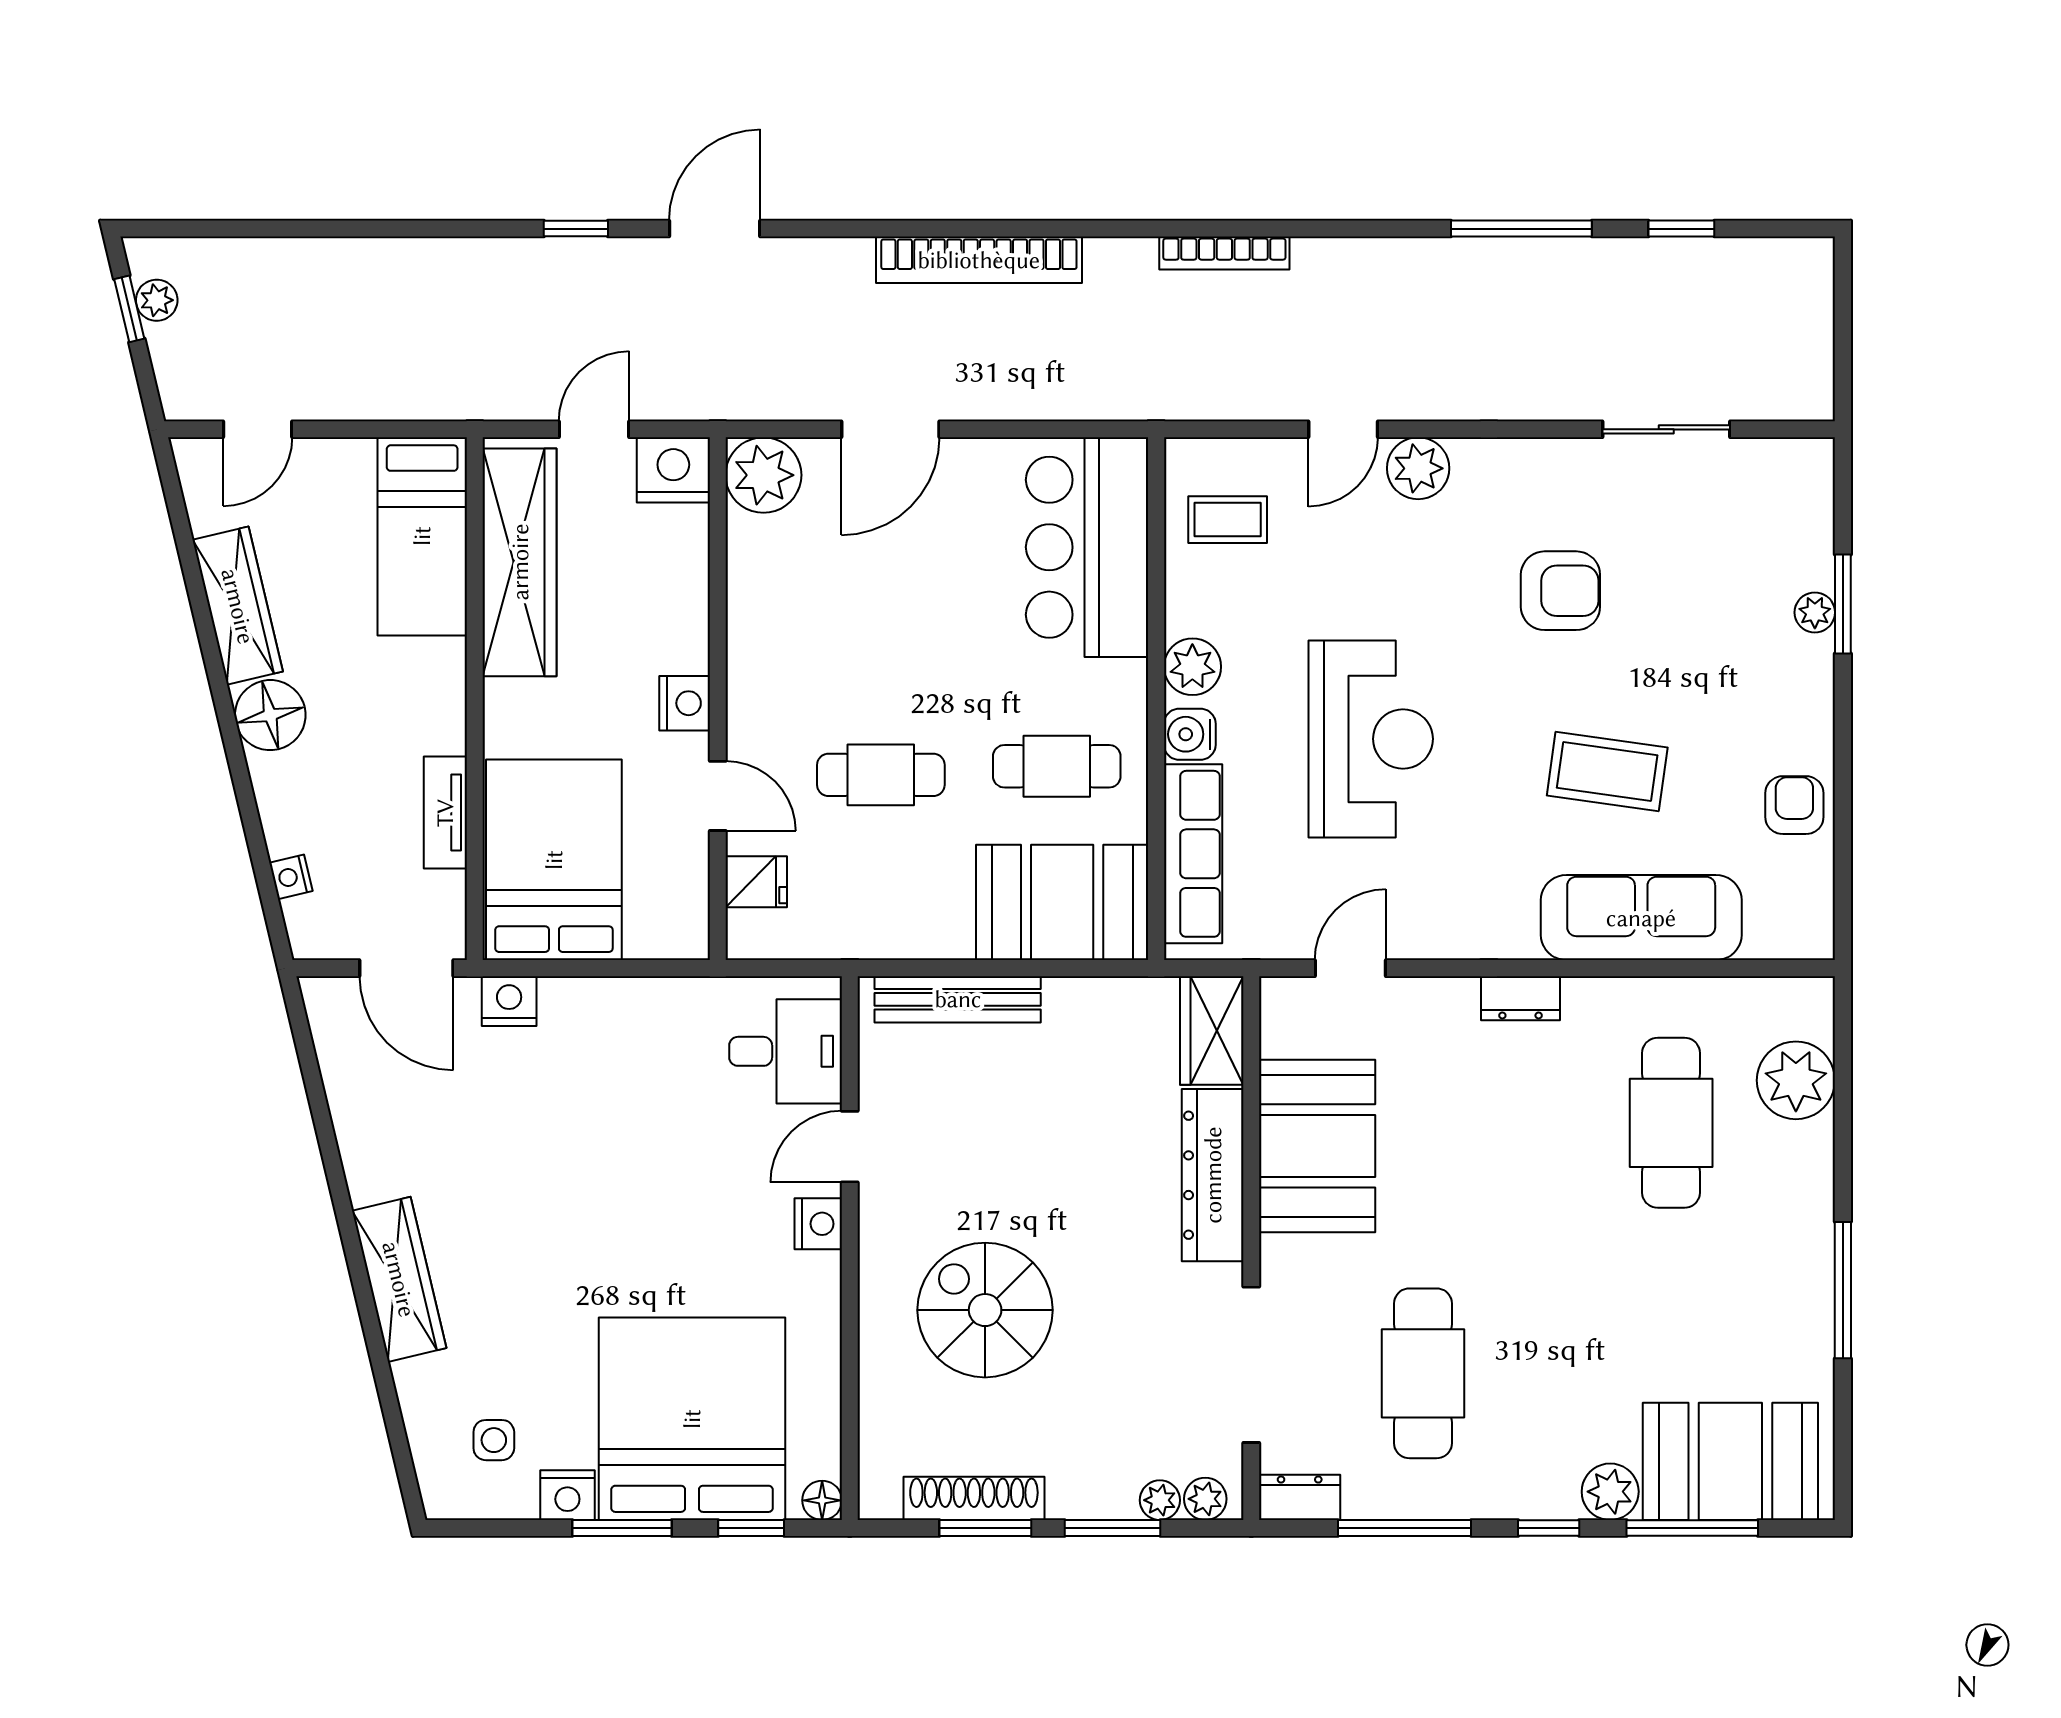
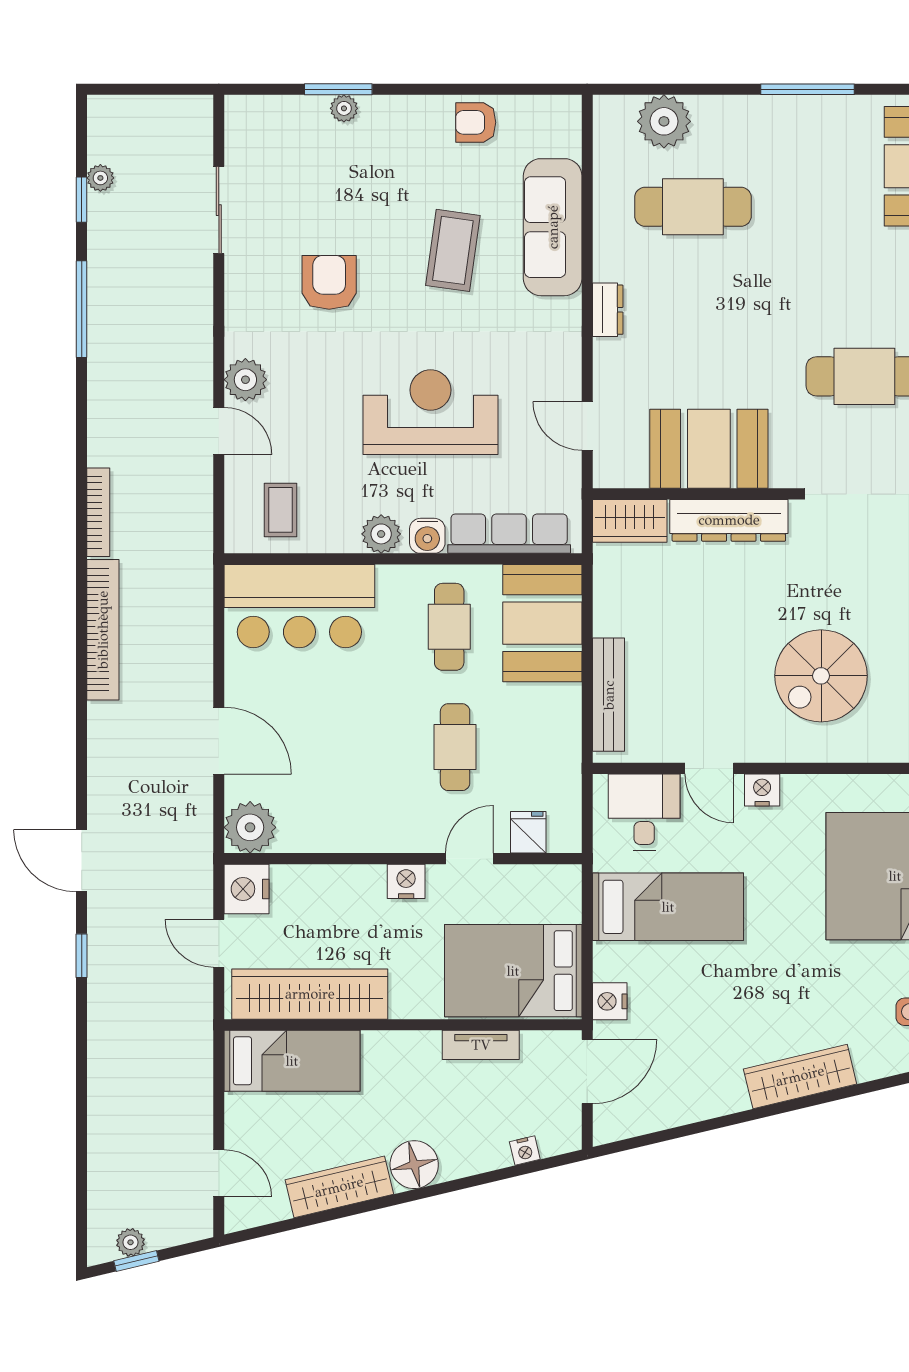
plant: (1713, 256) -> (100, 178), added
bookcase: (979, 260) -> (103, 630), moved
bed: (647, 1086) -> (668, 907), added

